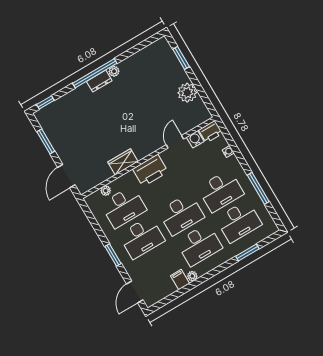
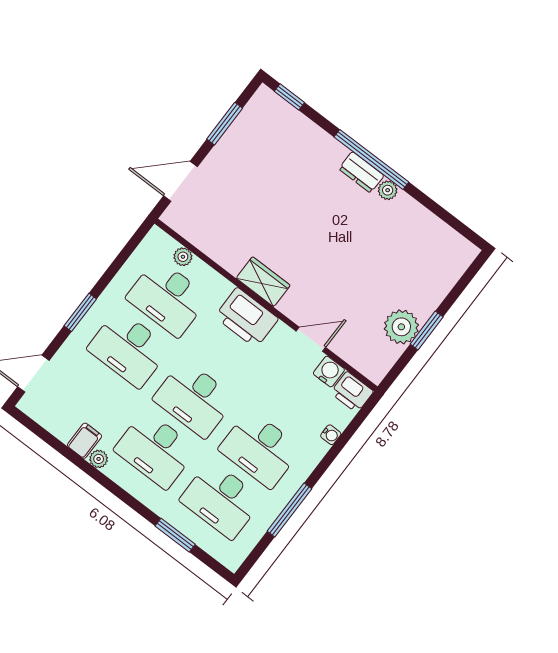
window: (181, 58) -> (427, 330), moved
wardrobe: (123, 162) -> (263, 282), moved

